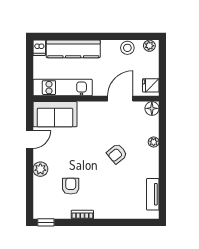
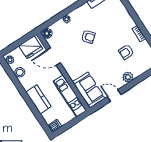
kitchen counter: (73, 49) -> (38, 99), width x0.67
fridge: (151, 85) -> (31, 47), width x1.88, depth x1.34

